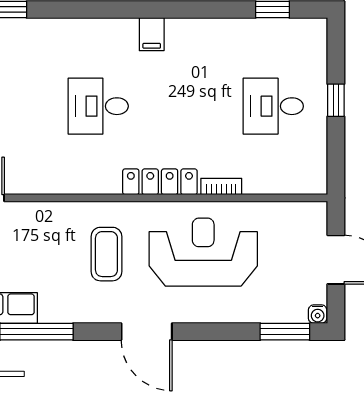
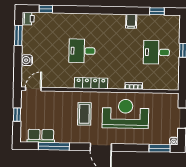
filing cabinet: (152, 34) -> (131, 21), moved
locker: (160, 182) -> (91, 83), moved

